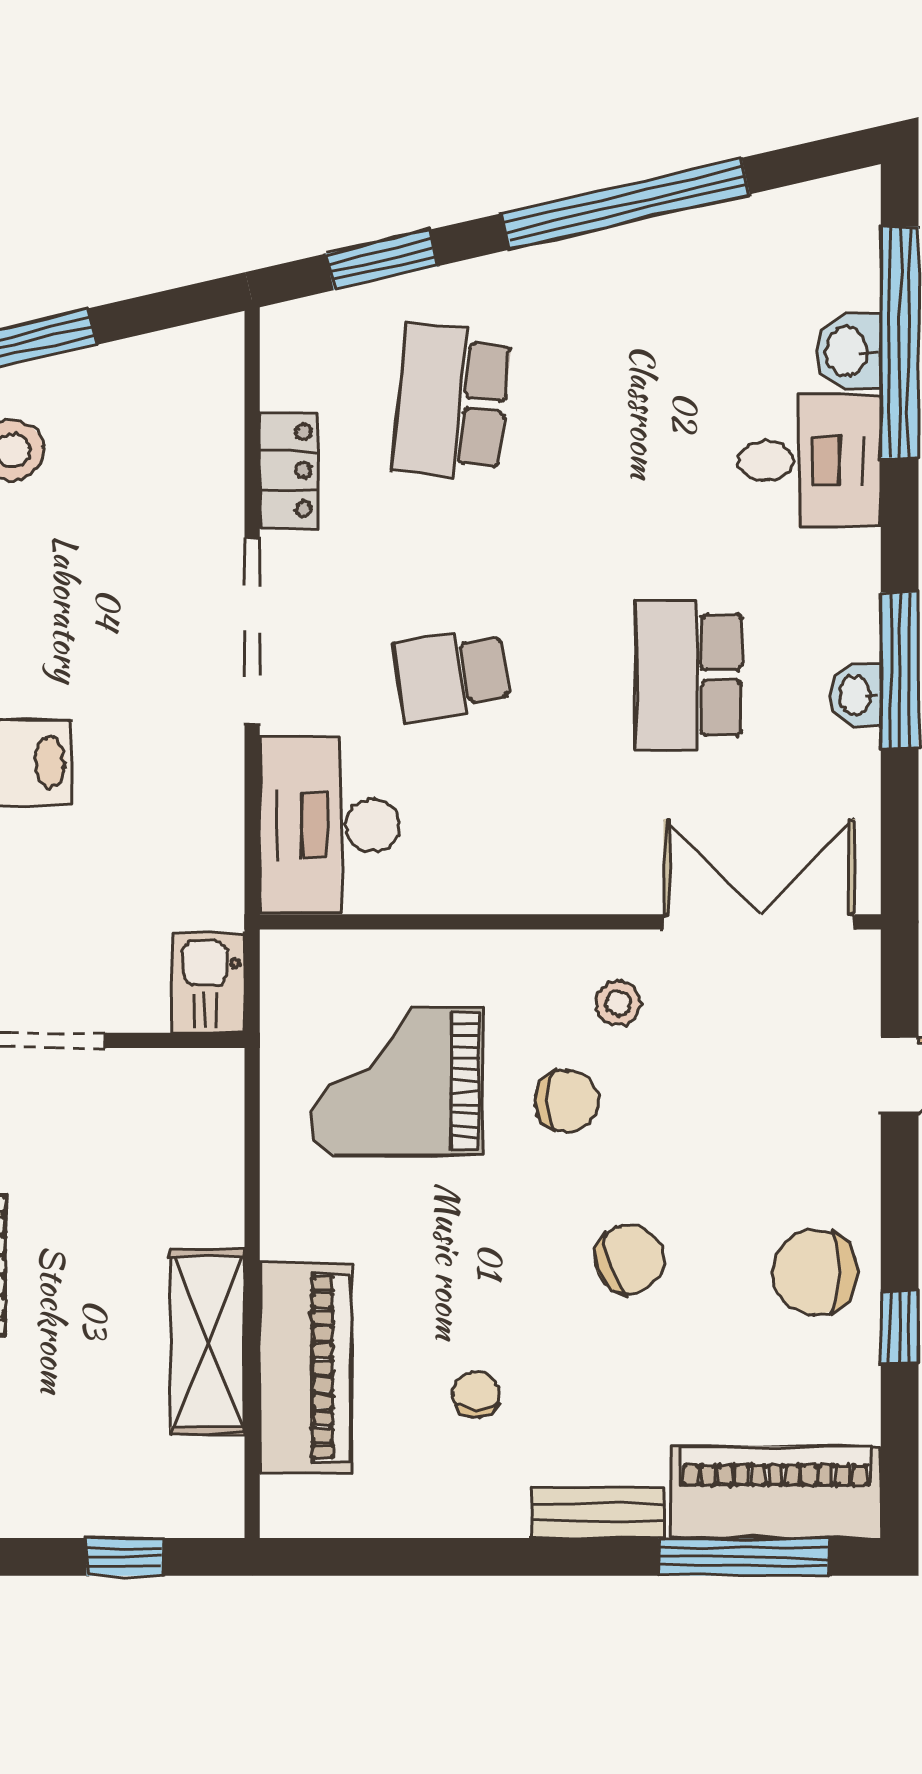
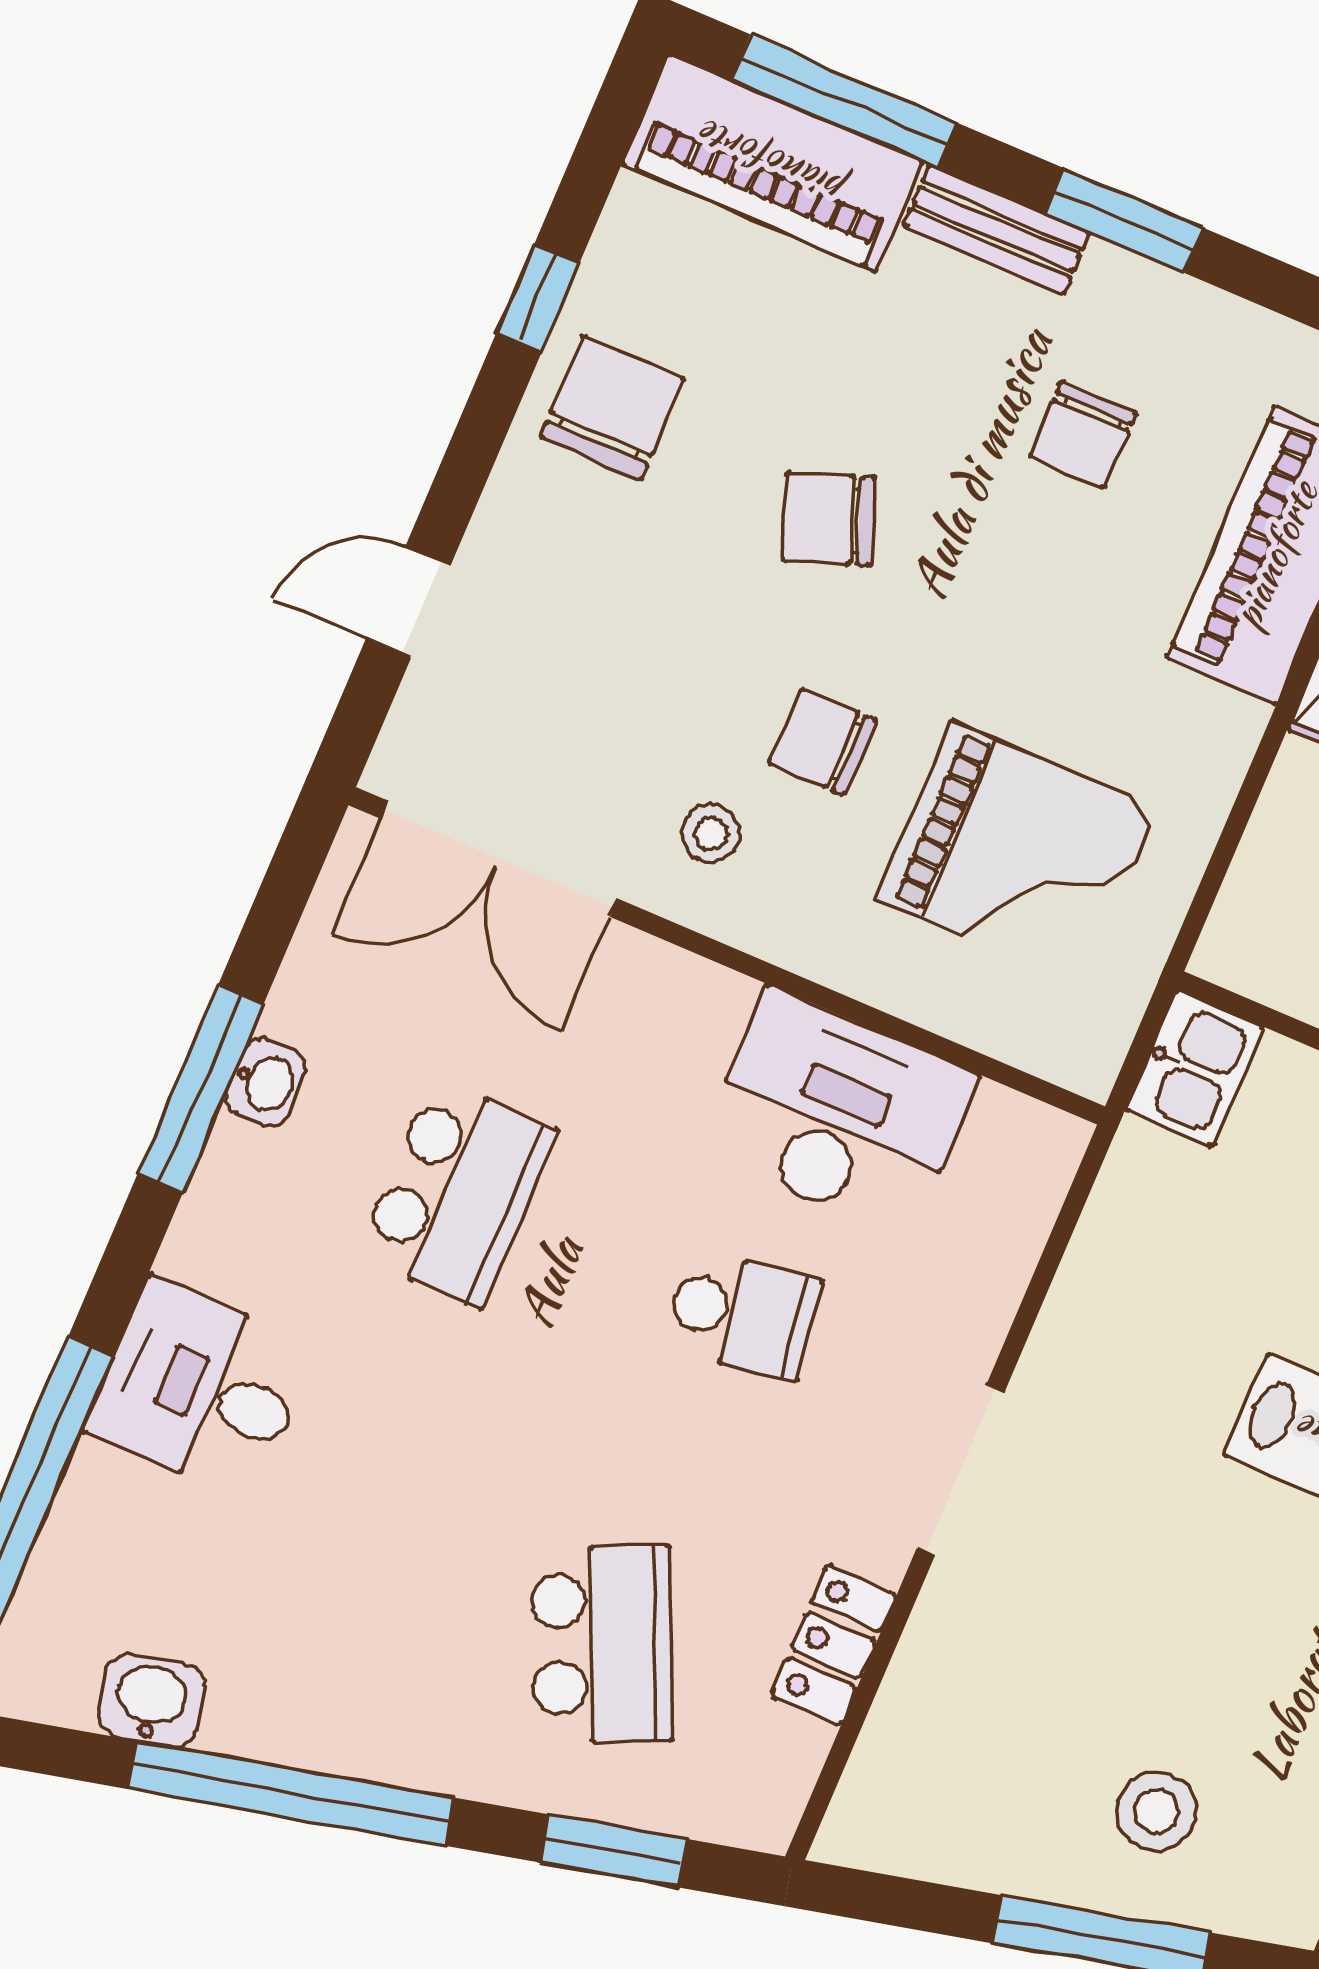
washbasin: (849, 352) -> (151, 1700), moved, turned -103
school desk: (452, 402) -> (602, 1644), turned -30
doorway: (252, 631) -> (961, 1470), width x0.73
desk: (329, 826) -> (838, 1114), moved, turned -90
chair: (815, 1272) -> (612, 408), turned -90
chair: (476, 1394) -> (1083, 435), width x1.37, depth x1.37
window: (512, 1557) -> (1123, 220), added

